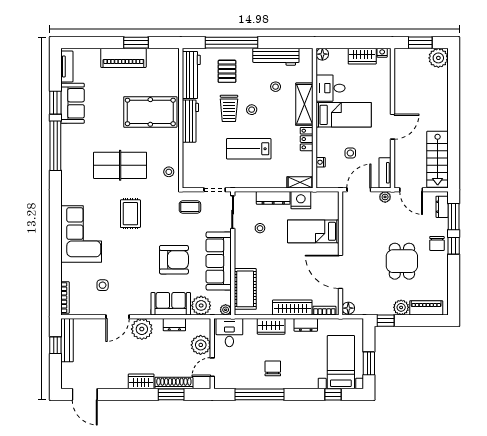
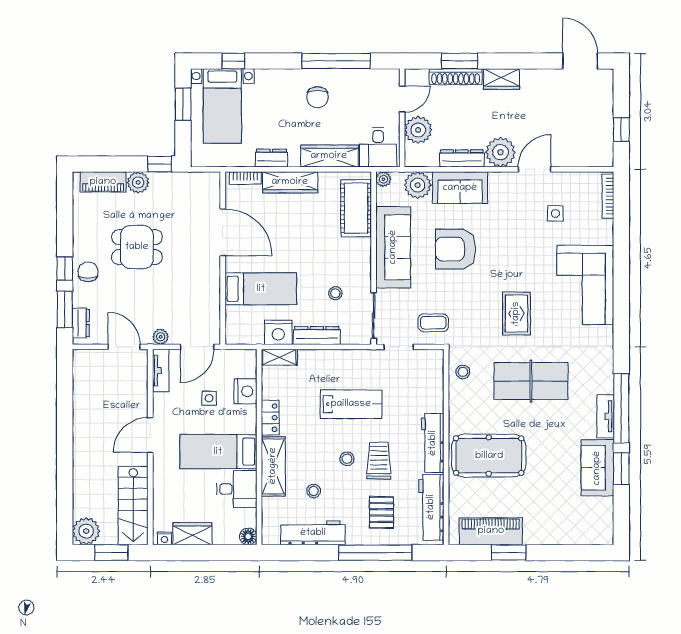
piano: (123, 58) -> (491, 531), moved
tv unit: (67, 66) -> (605, 416), moved
stairs: (438, 159) -> (133, 506), moved, turned 180
nightstand: (321, 162) -> (245, 391), width x1.89, depth x1.79
dining table: (402, 261) -> (137, 247), turned 90
floor lamp: (348, 308) -> (212, 181), removed
dresser: (174, 325) -> (462, 158), width x1.44
wardrobe: (271, 326) -> (329, 156), width x1.50
bench: (67, 340) -> (605, 137), removed

